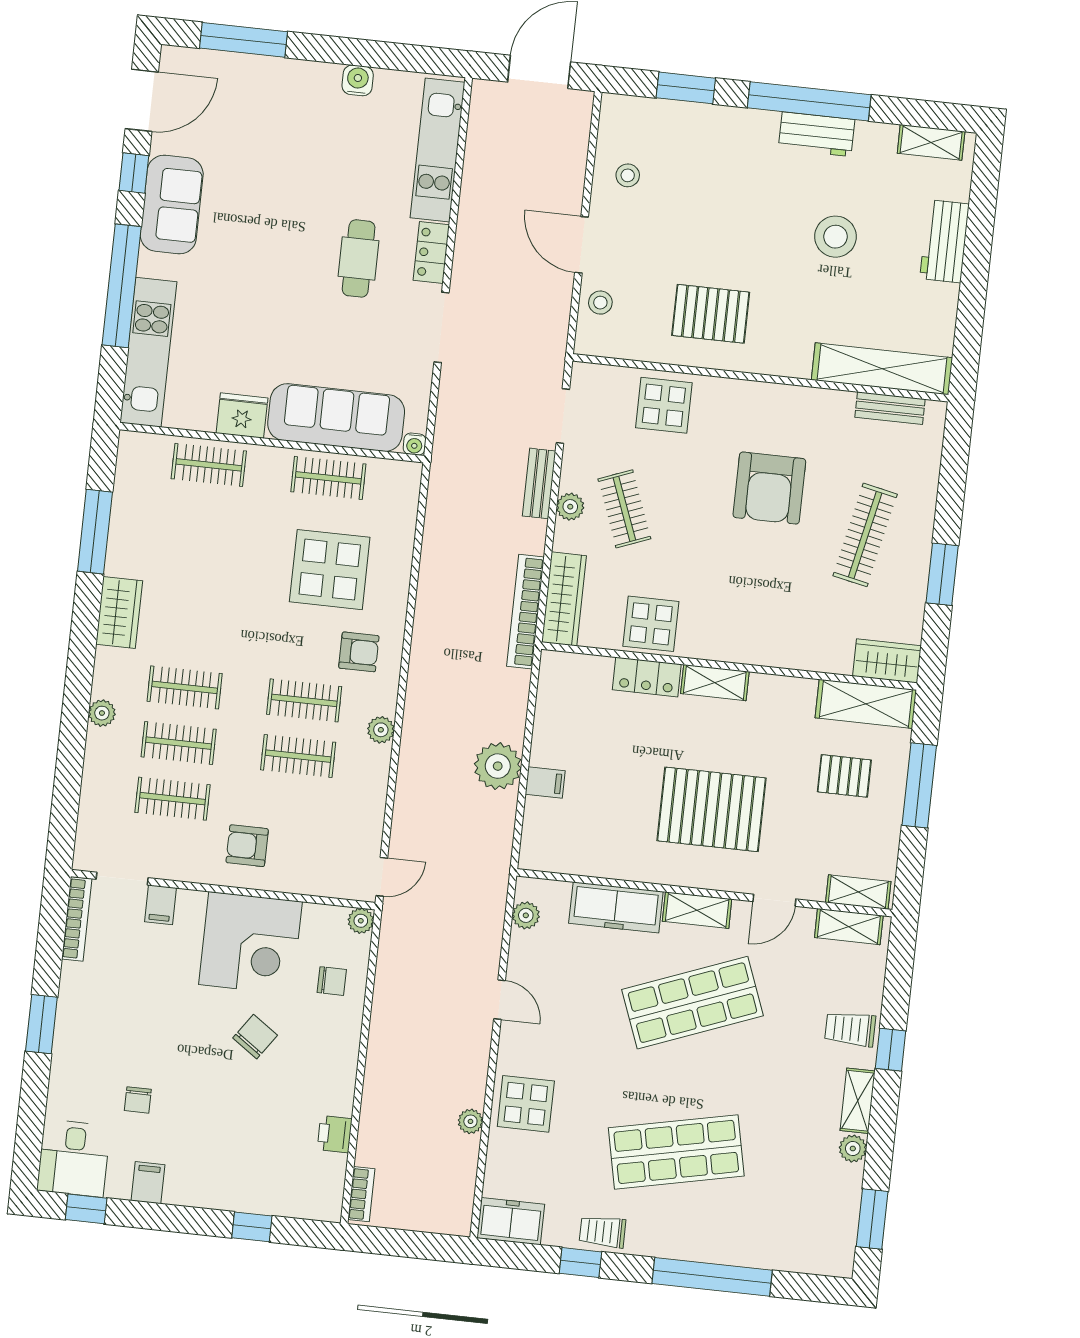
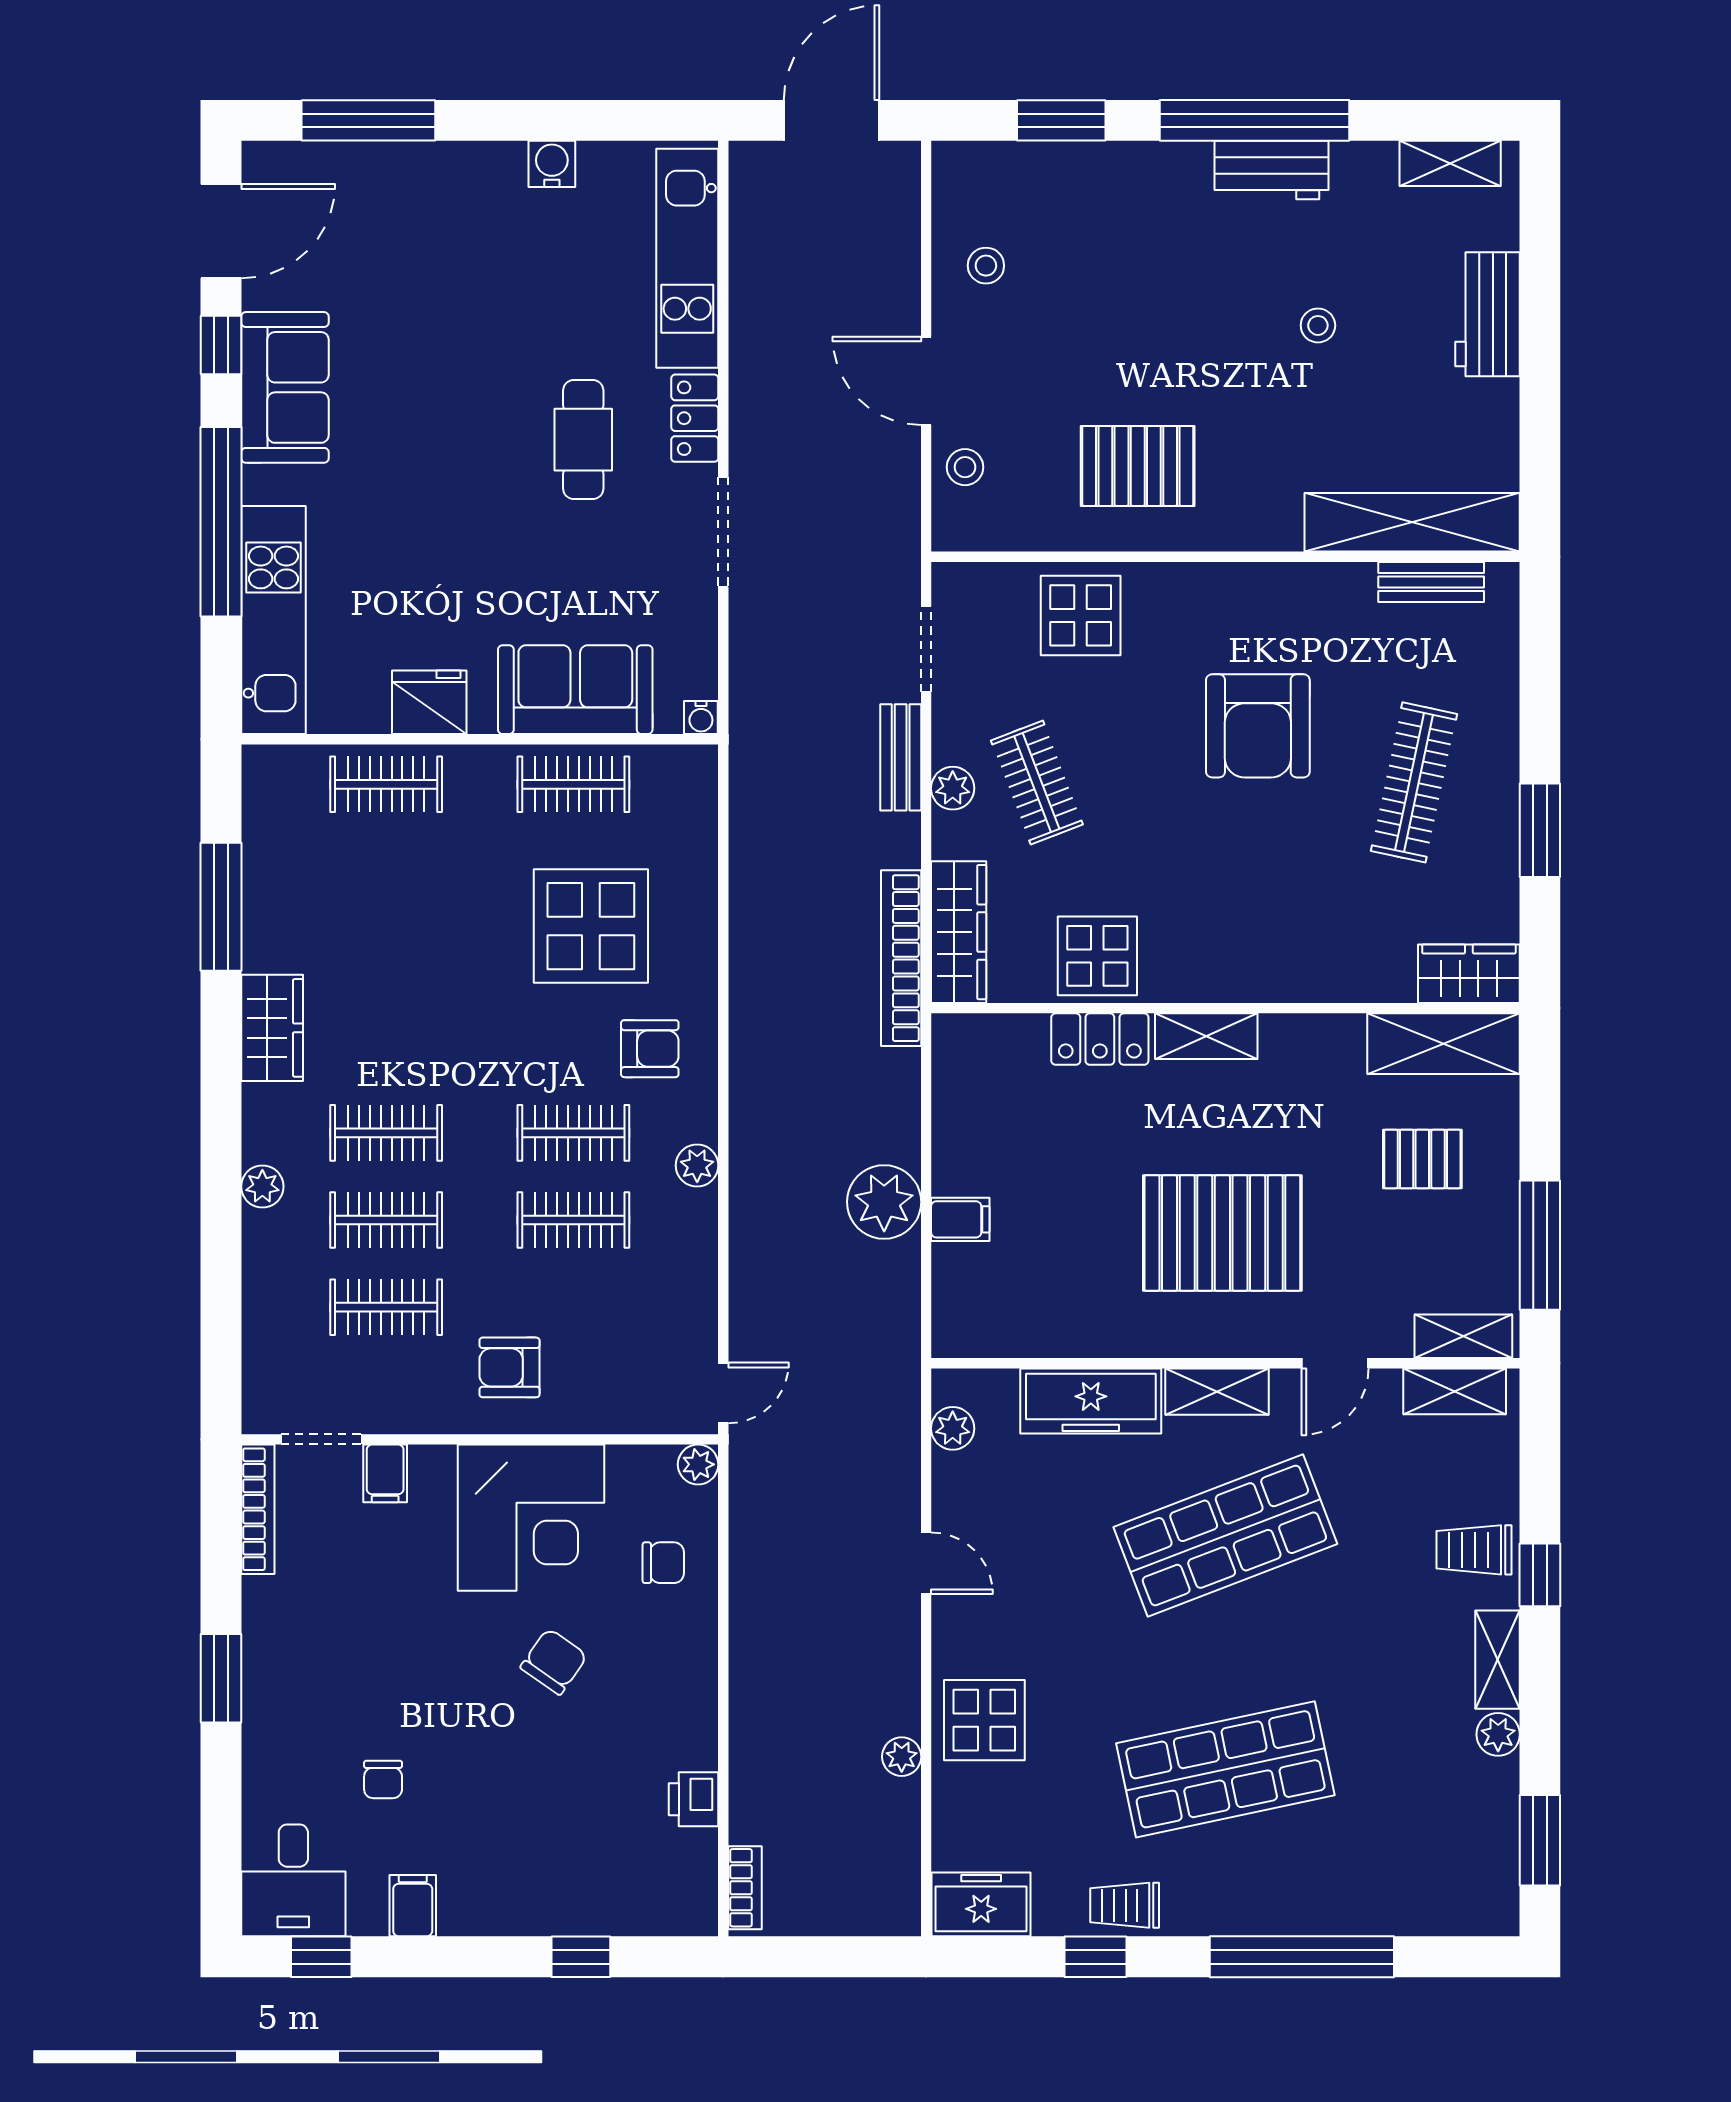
stool: (835, 237) -> (1318, 325), width x0.53, depth x0.53
sofa: (336, 418) -> (575, 690), width x0.73
window: (919, 785) -> (1540, 1245), moved

